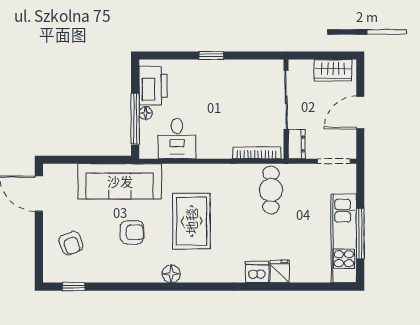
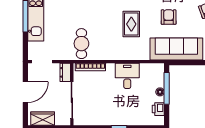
printer: (153, 86) -> (158, 109), width x0.53, depth x0.68
desk: (177, 139) -> (127, 76), moved
rug: (191, 221) -> (131, 24), width x0.73, depth x0.70
armchair: (132, 232) -> (169, 17), turned 90

